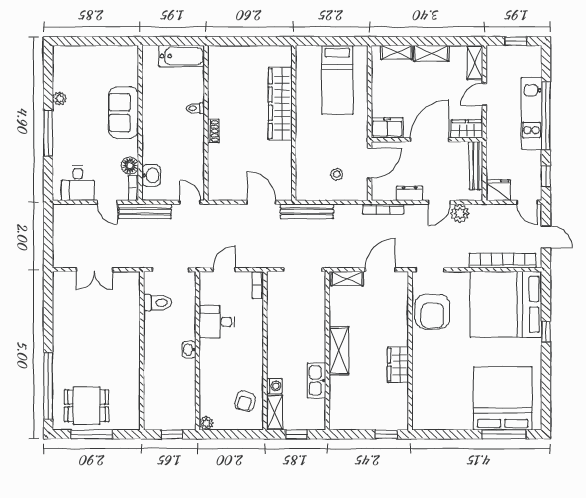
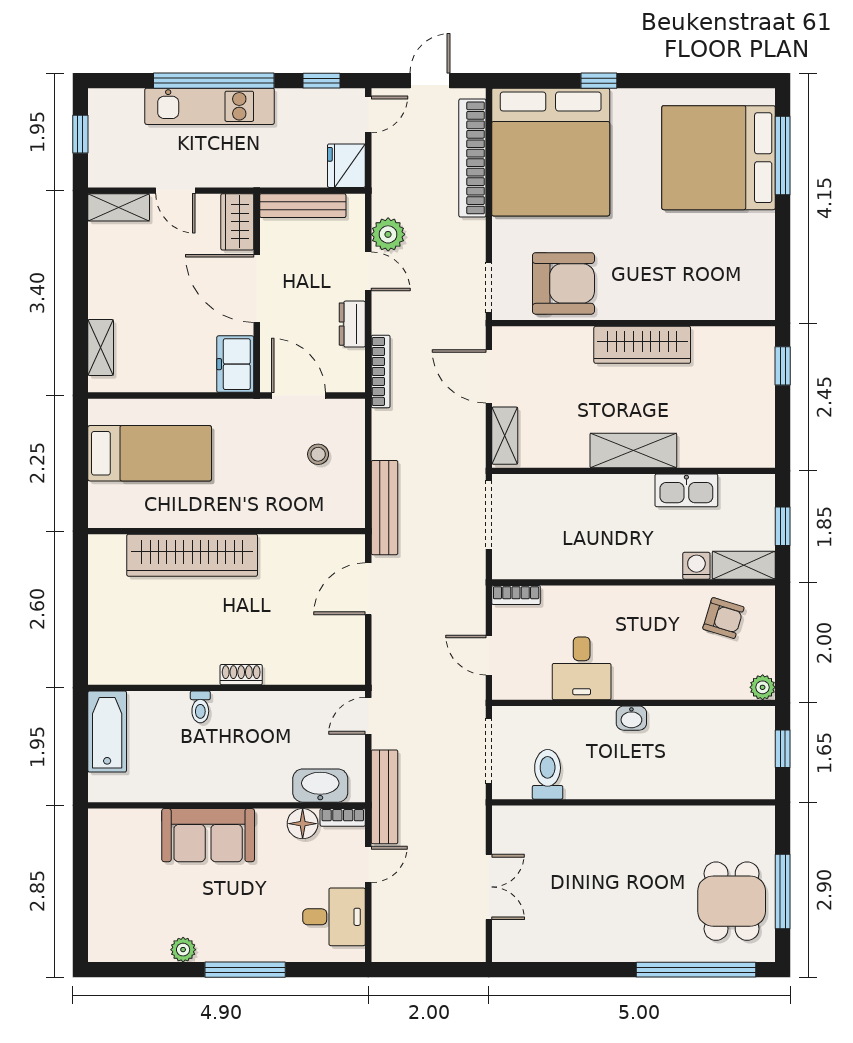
shelving: (431, 53) -> (102, 285), removed
washbasin: (151, 175) -> (320, 786), width x1.38
wardrobe: (398, 365) -> (642, 345), width x1.50

